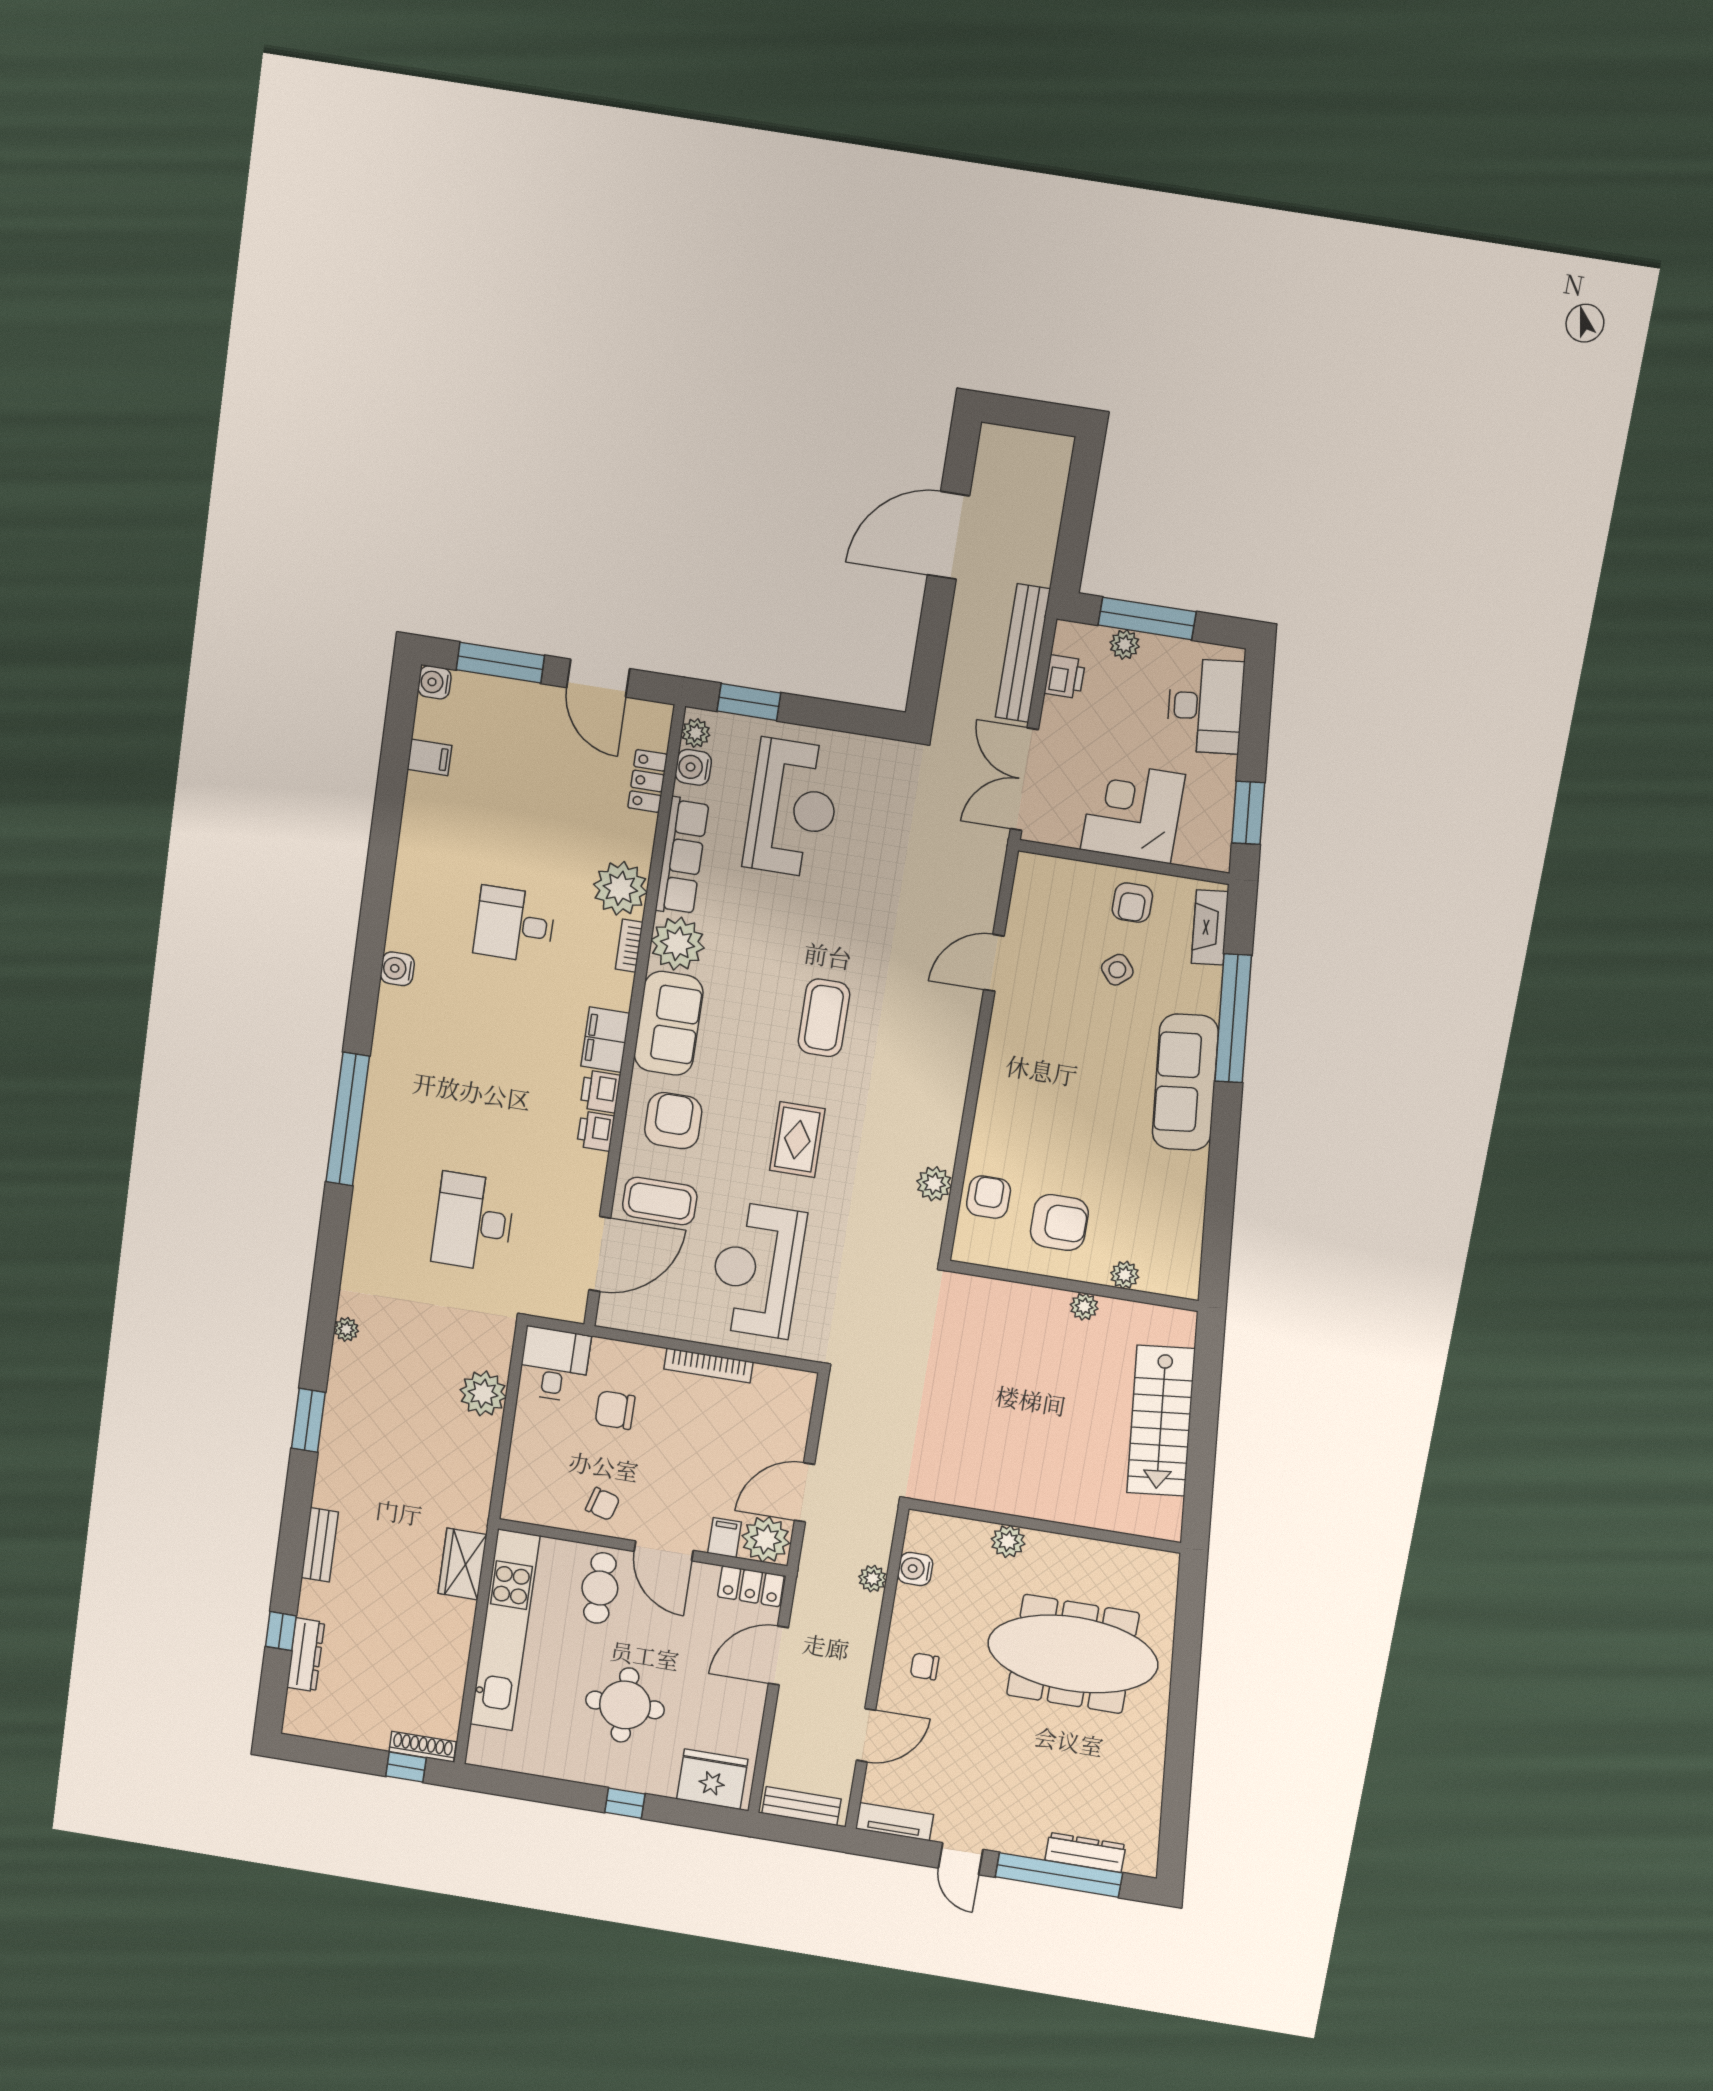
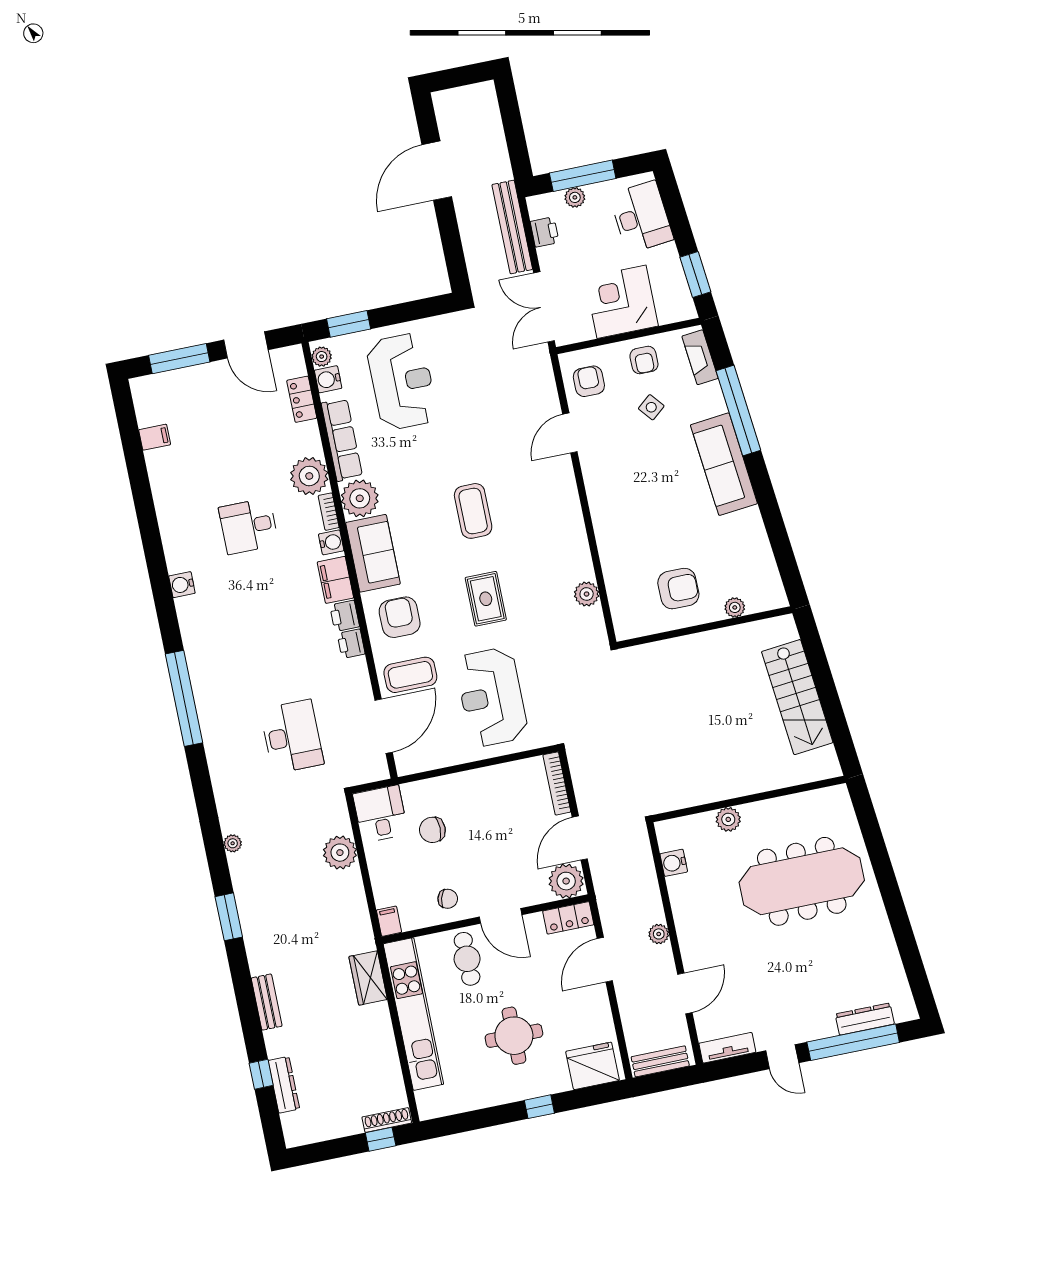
water cooler: (434, 682) -> (331, 542), moved, turned 180
armchair: (989, 1197) -> (589, 381), moved
desk: (473, 1222) -> (292, 737), turned 180
plant: (1084, 1307) -> (716, 639), removed
bookcase: (709, 1366) -> (557, 783), moved, turned 90
filing cabinet: (725, 1538) -> (389, 921), moved
plant: (873, 1579) -> (659, 934), moved
chair: (925, 1666) -> (706, 929), removed

